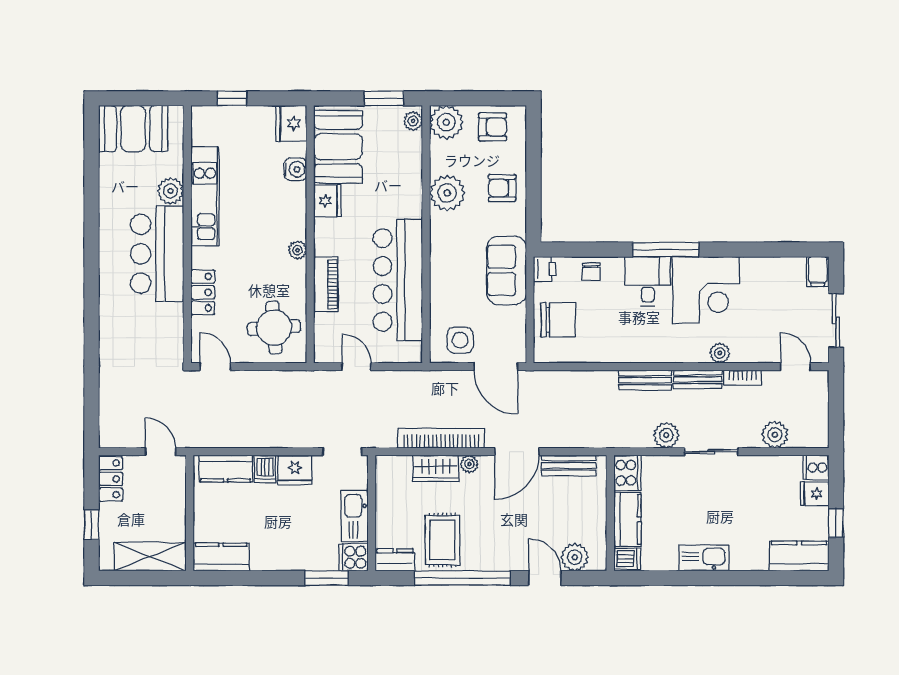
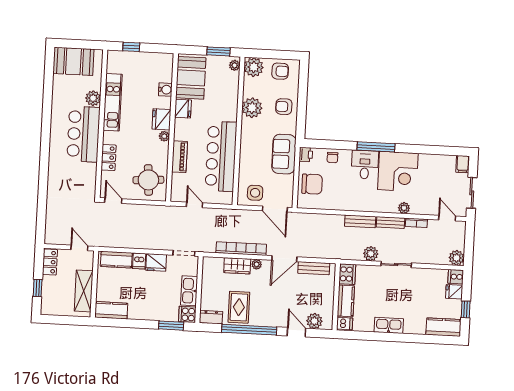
fridge: (291, 123) -> (161, 119), moved
plant: (775, 435) -> (457, 258), moved
shelving: (150, 557) -> (84, 291), moved, turned 90

